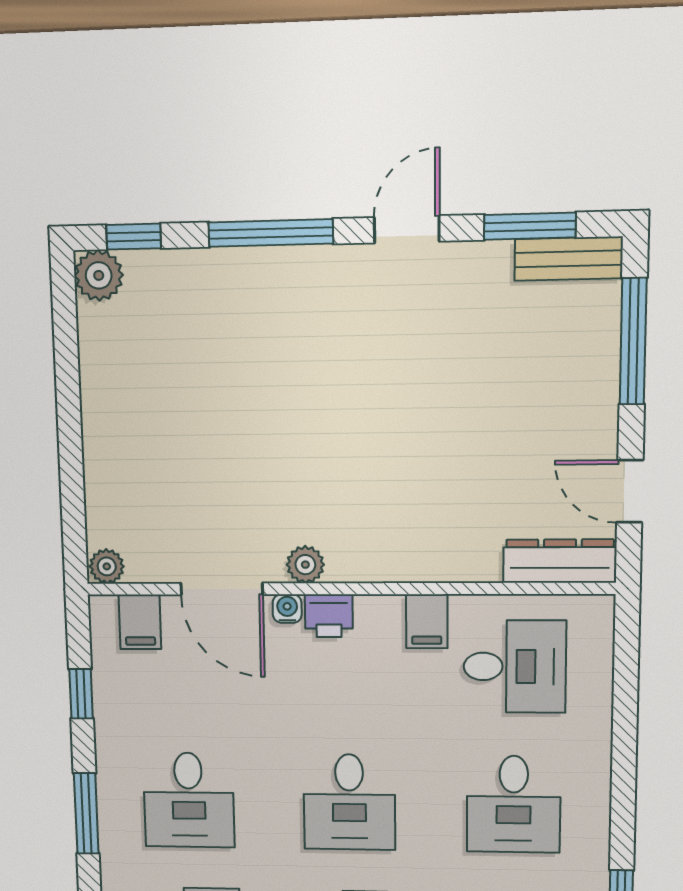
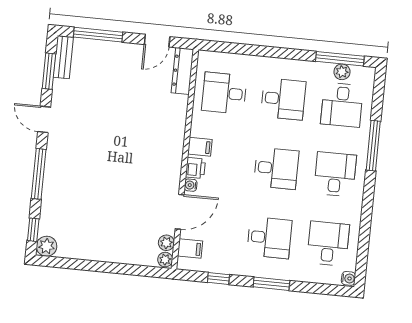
plant: (305, 565) -> (166, 243), moved
filing cabinet: (427, 621) -> (200, 147), moved
desk: (515, 667) -> (224, 93), turned -90

